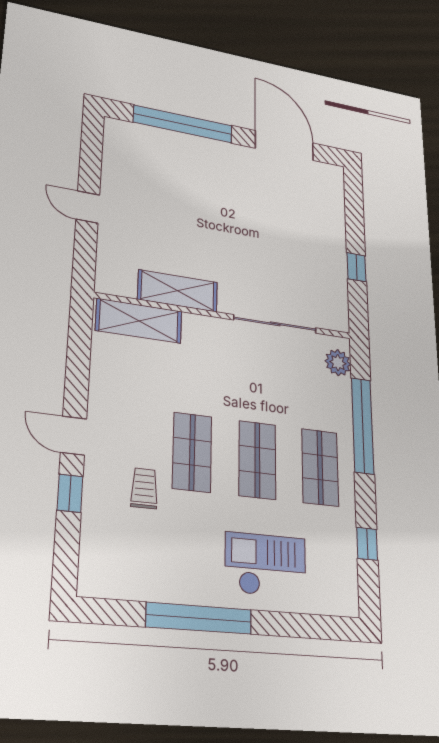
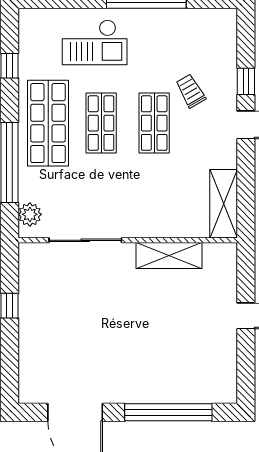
shelving: (139, 321) -> (224, 204), moved, turned 90
shop shelf: (320, 467) -> (48, 123), width x1.43, depth x1.36
trolley: (144, 488) -> (191, 91), turned 150

